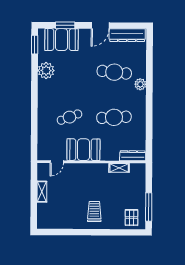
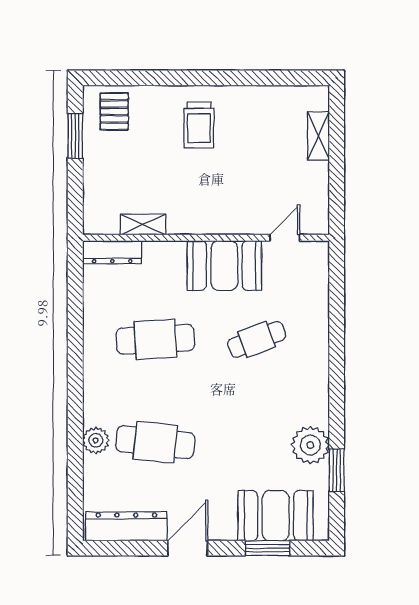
window: (35, 45) -> (337, 470), moved
plant: (140, 84) -> (96, 440), moved
shelving: (42, 192) -> (318, 136), moved
window: (149, 207) -> (75, 136), width x0.69

